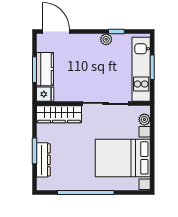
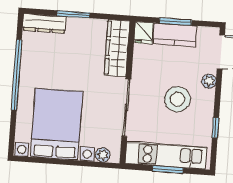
plant: (106, 39) -> (209, 81), moved
stool: (96, 63) -> (177, 99), added
dresser: (43, 160) -> (45, 23), moved

